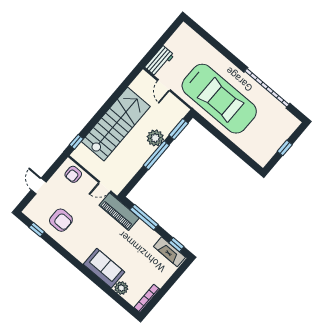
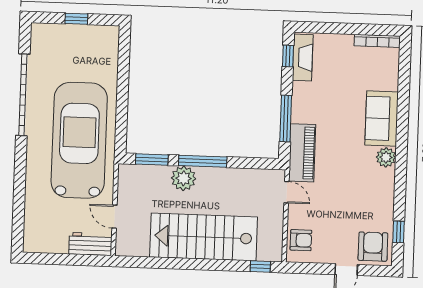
door: (164, 85) -> (114, 217), swing flipped
armchair: (61, 220) -> (373, 247), moved
plant: (121, 288) -> (386, 157), moved

